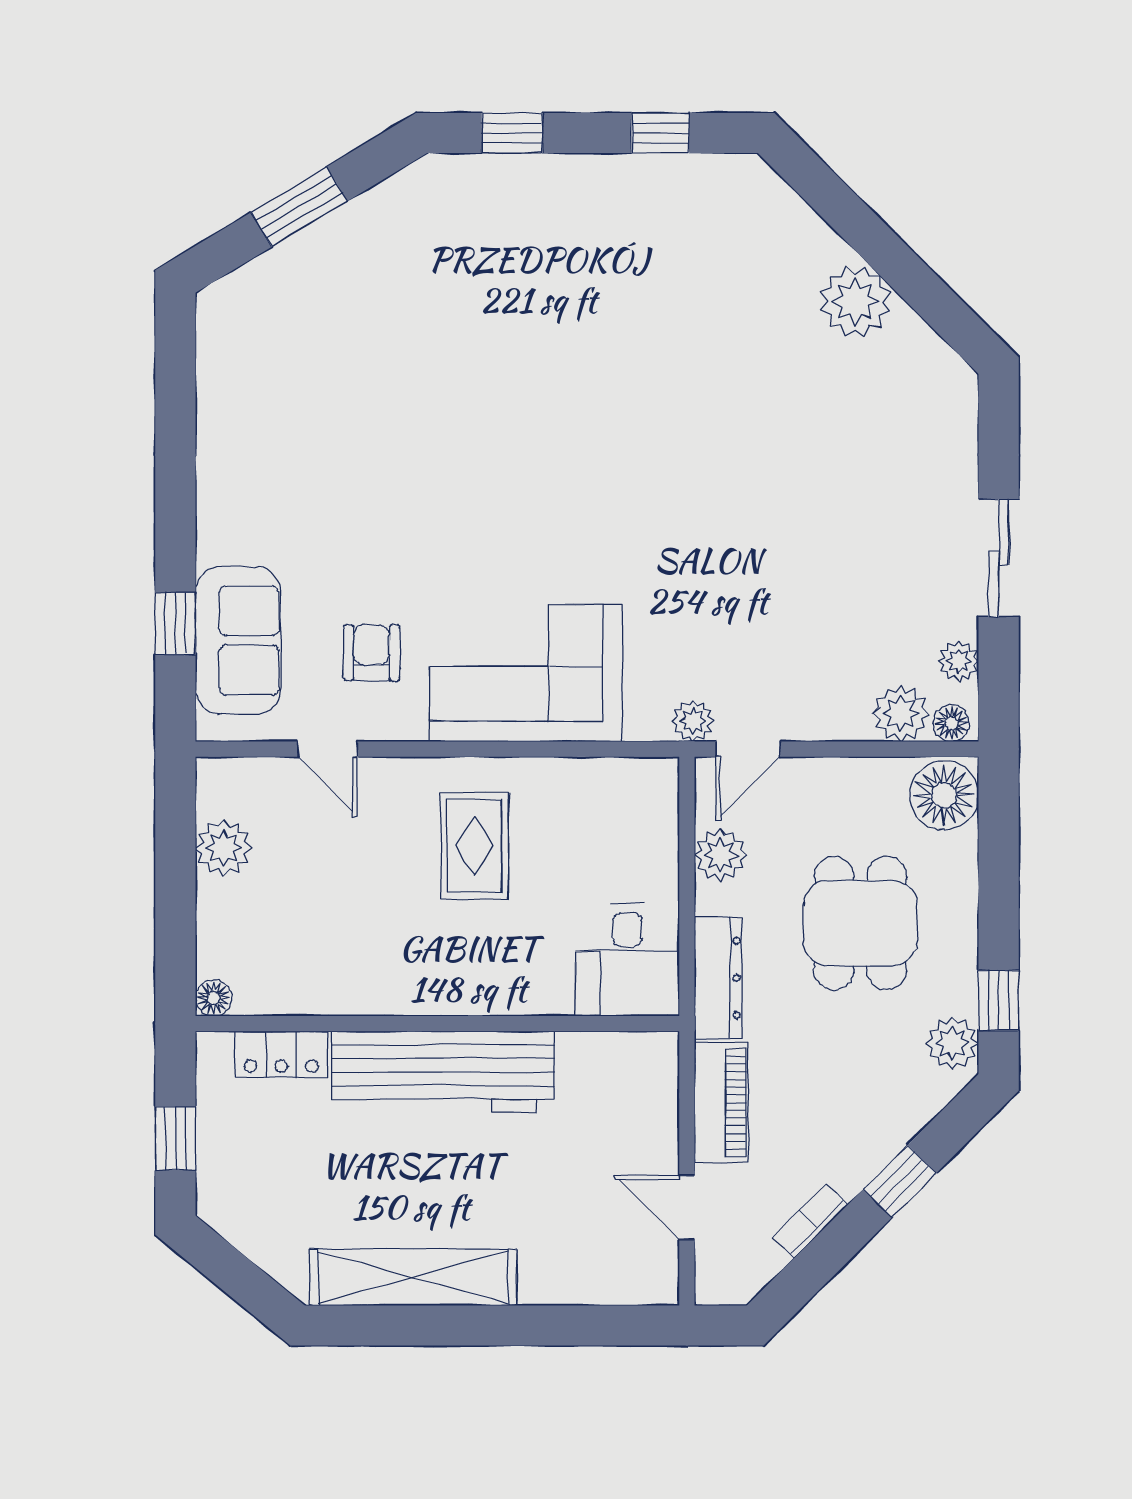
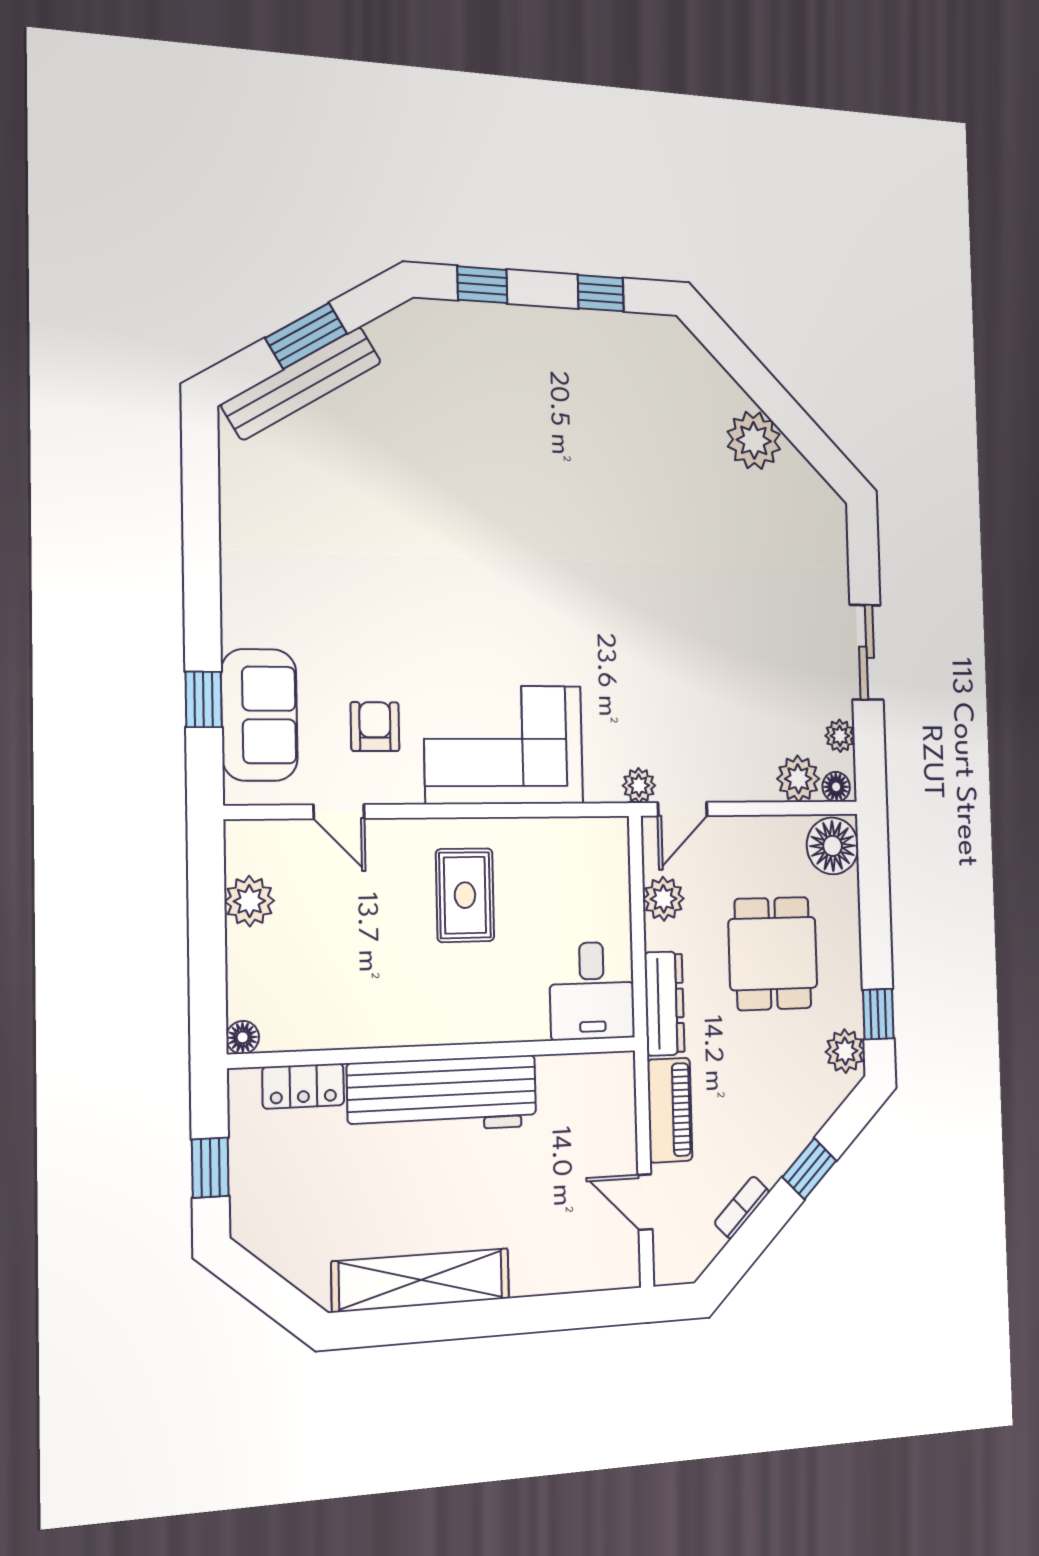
bench: (293, 262) -> (302, 383), added

